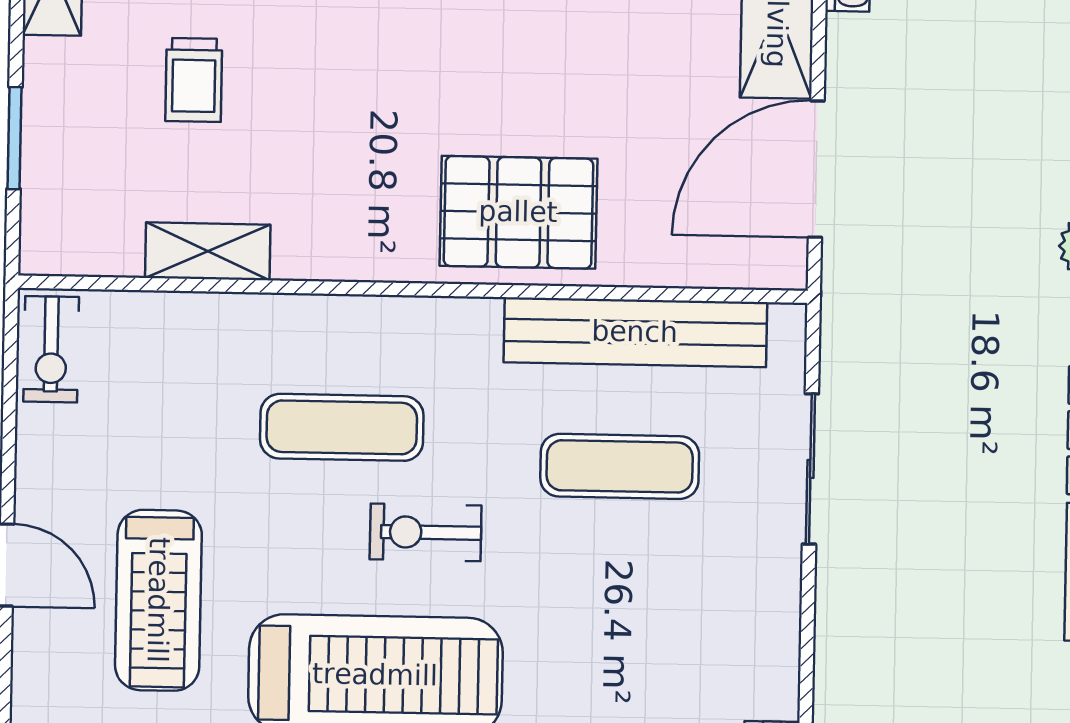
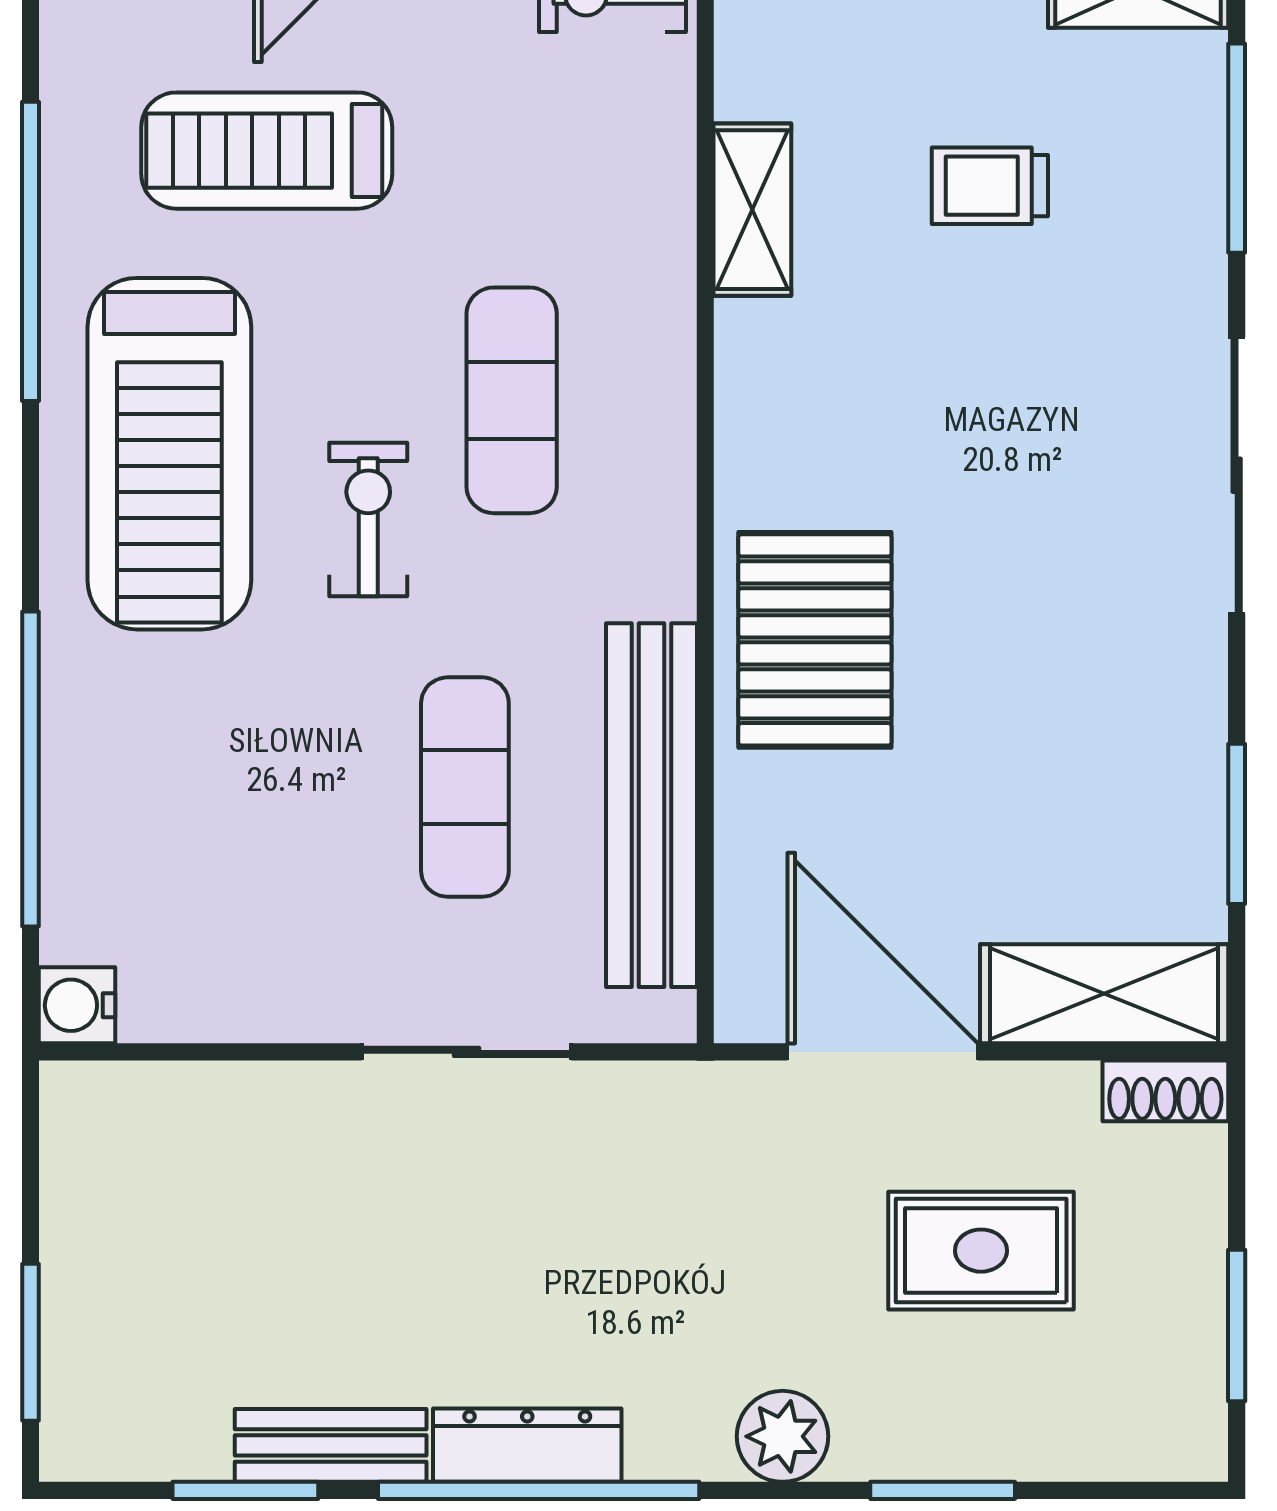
rug: (961, 101) -> (981, 1251), added

